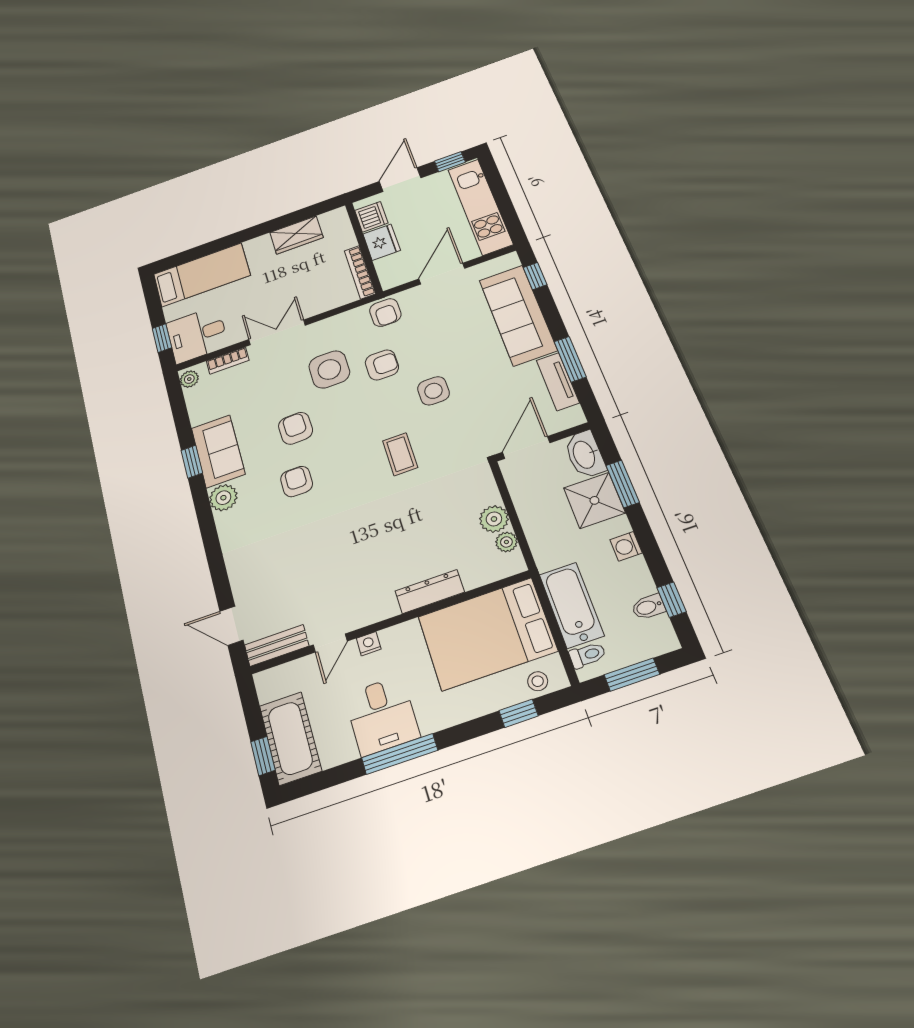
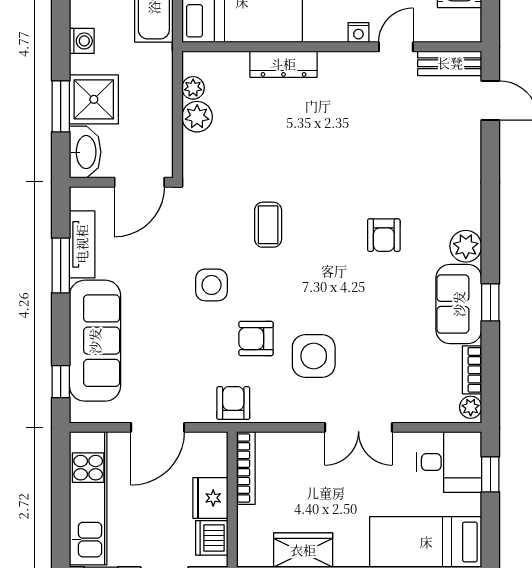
bookcase: (228, 361) -> (472, 370), moved, turned -90
armchair: (296, 428) -> (369, 298), removed

